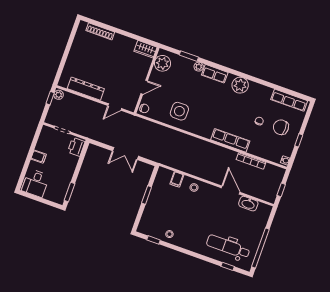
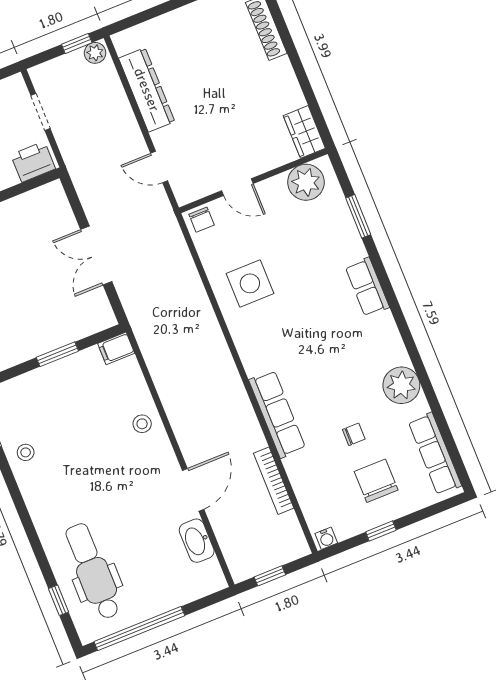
plant: (199, 67) -> (355, 249), removed
plant: (240, 85) -> (401, 385), moved
filing cabinet: (177, 179) -> (116, 348), moved

